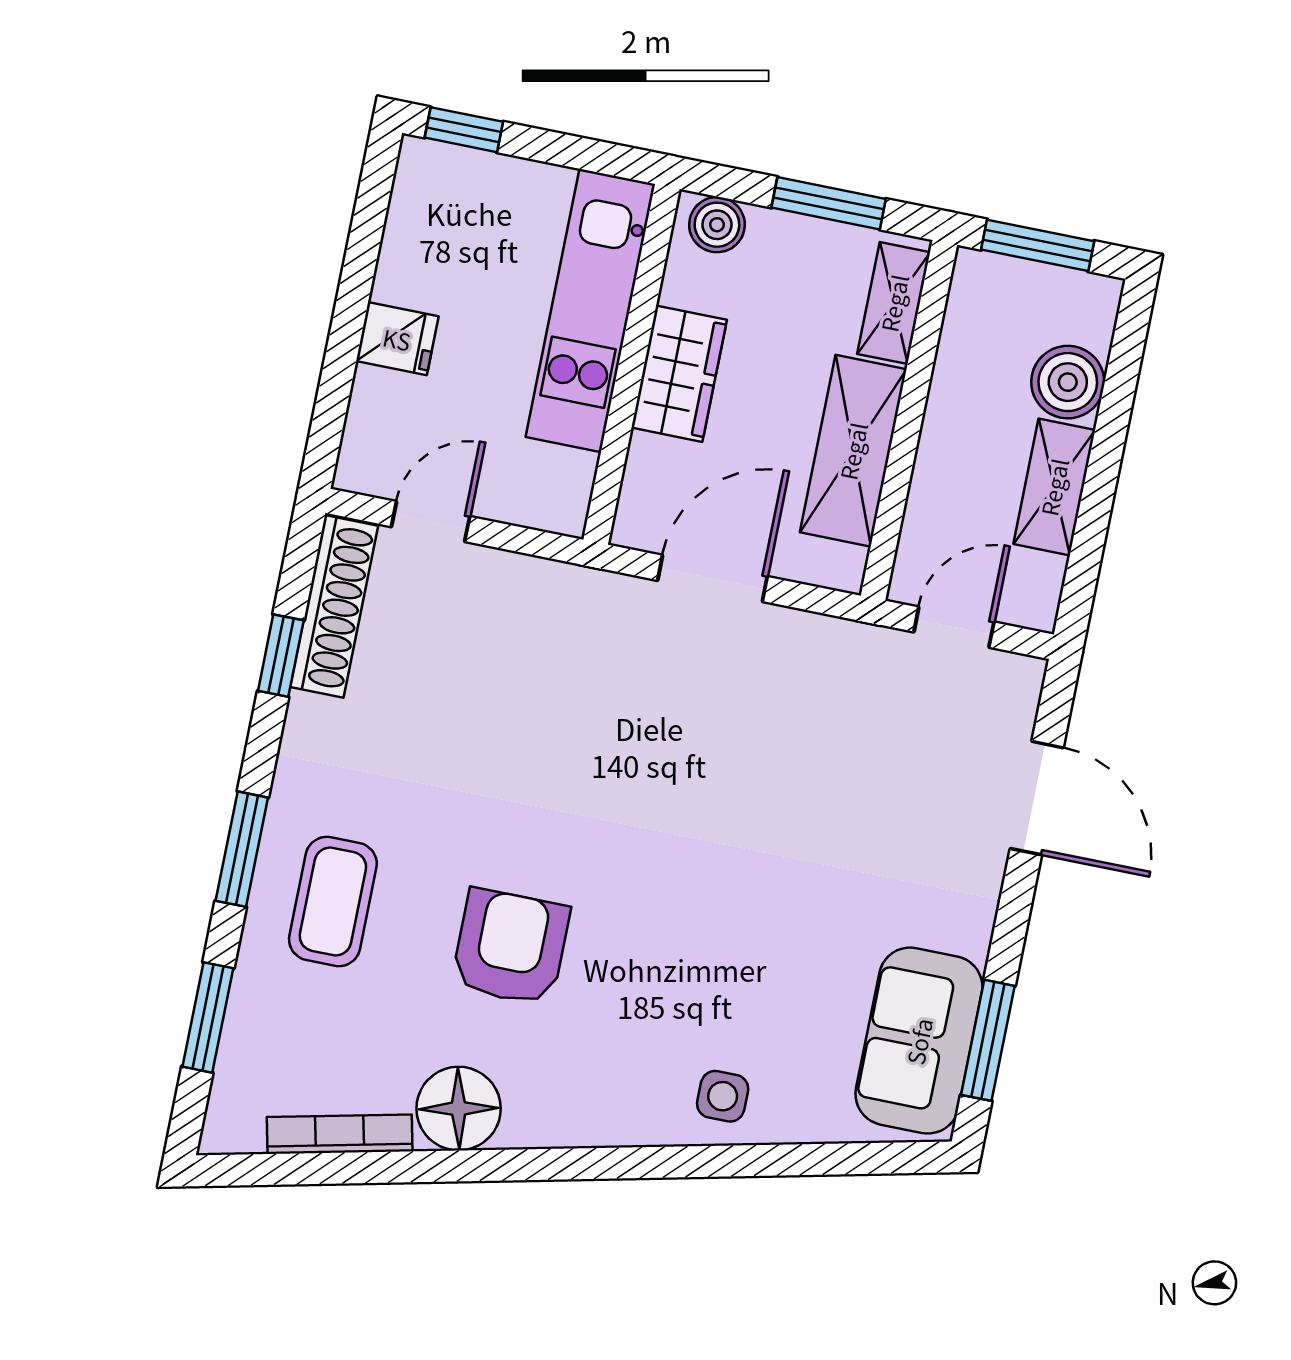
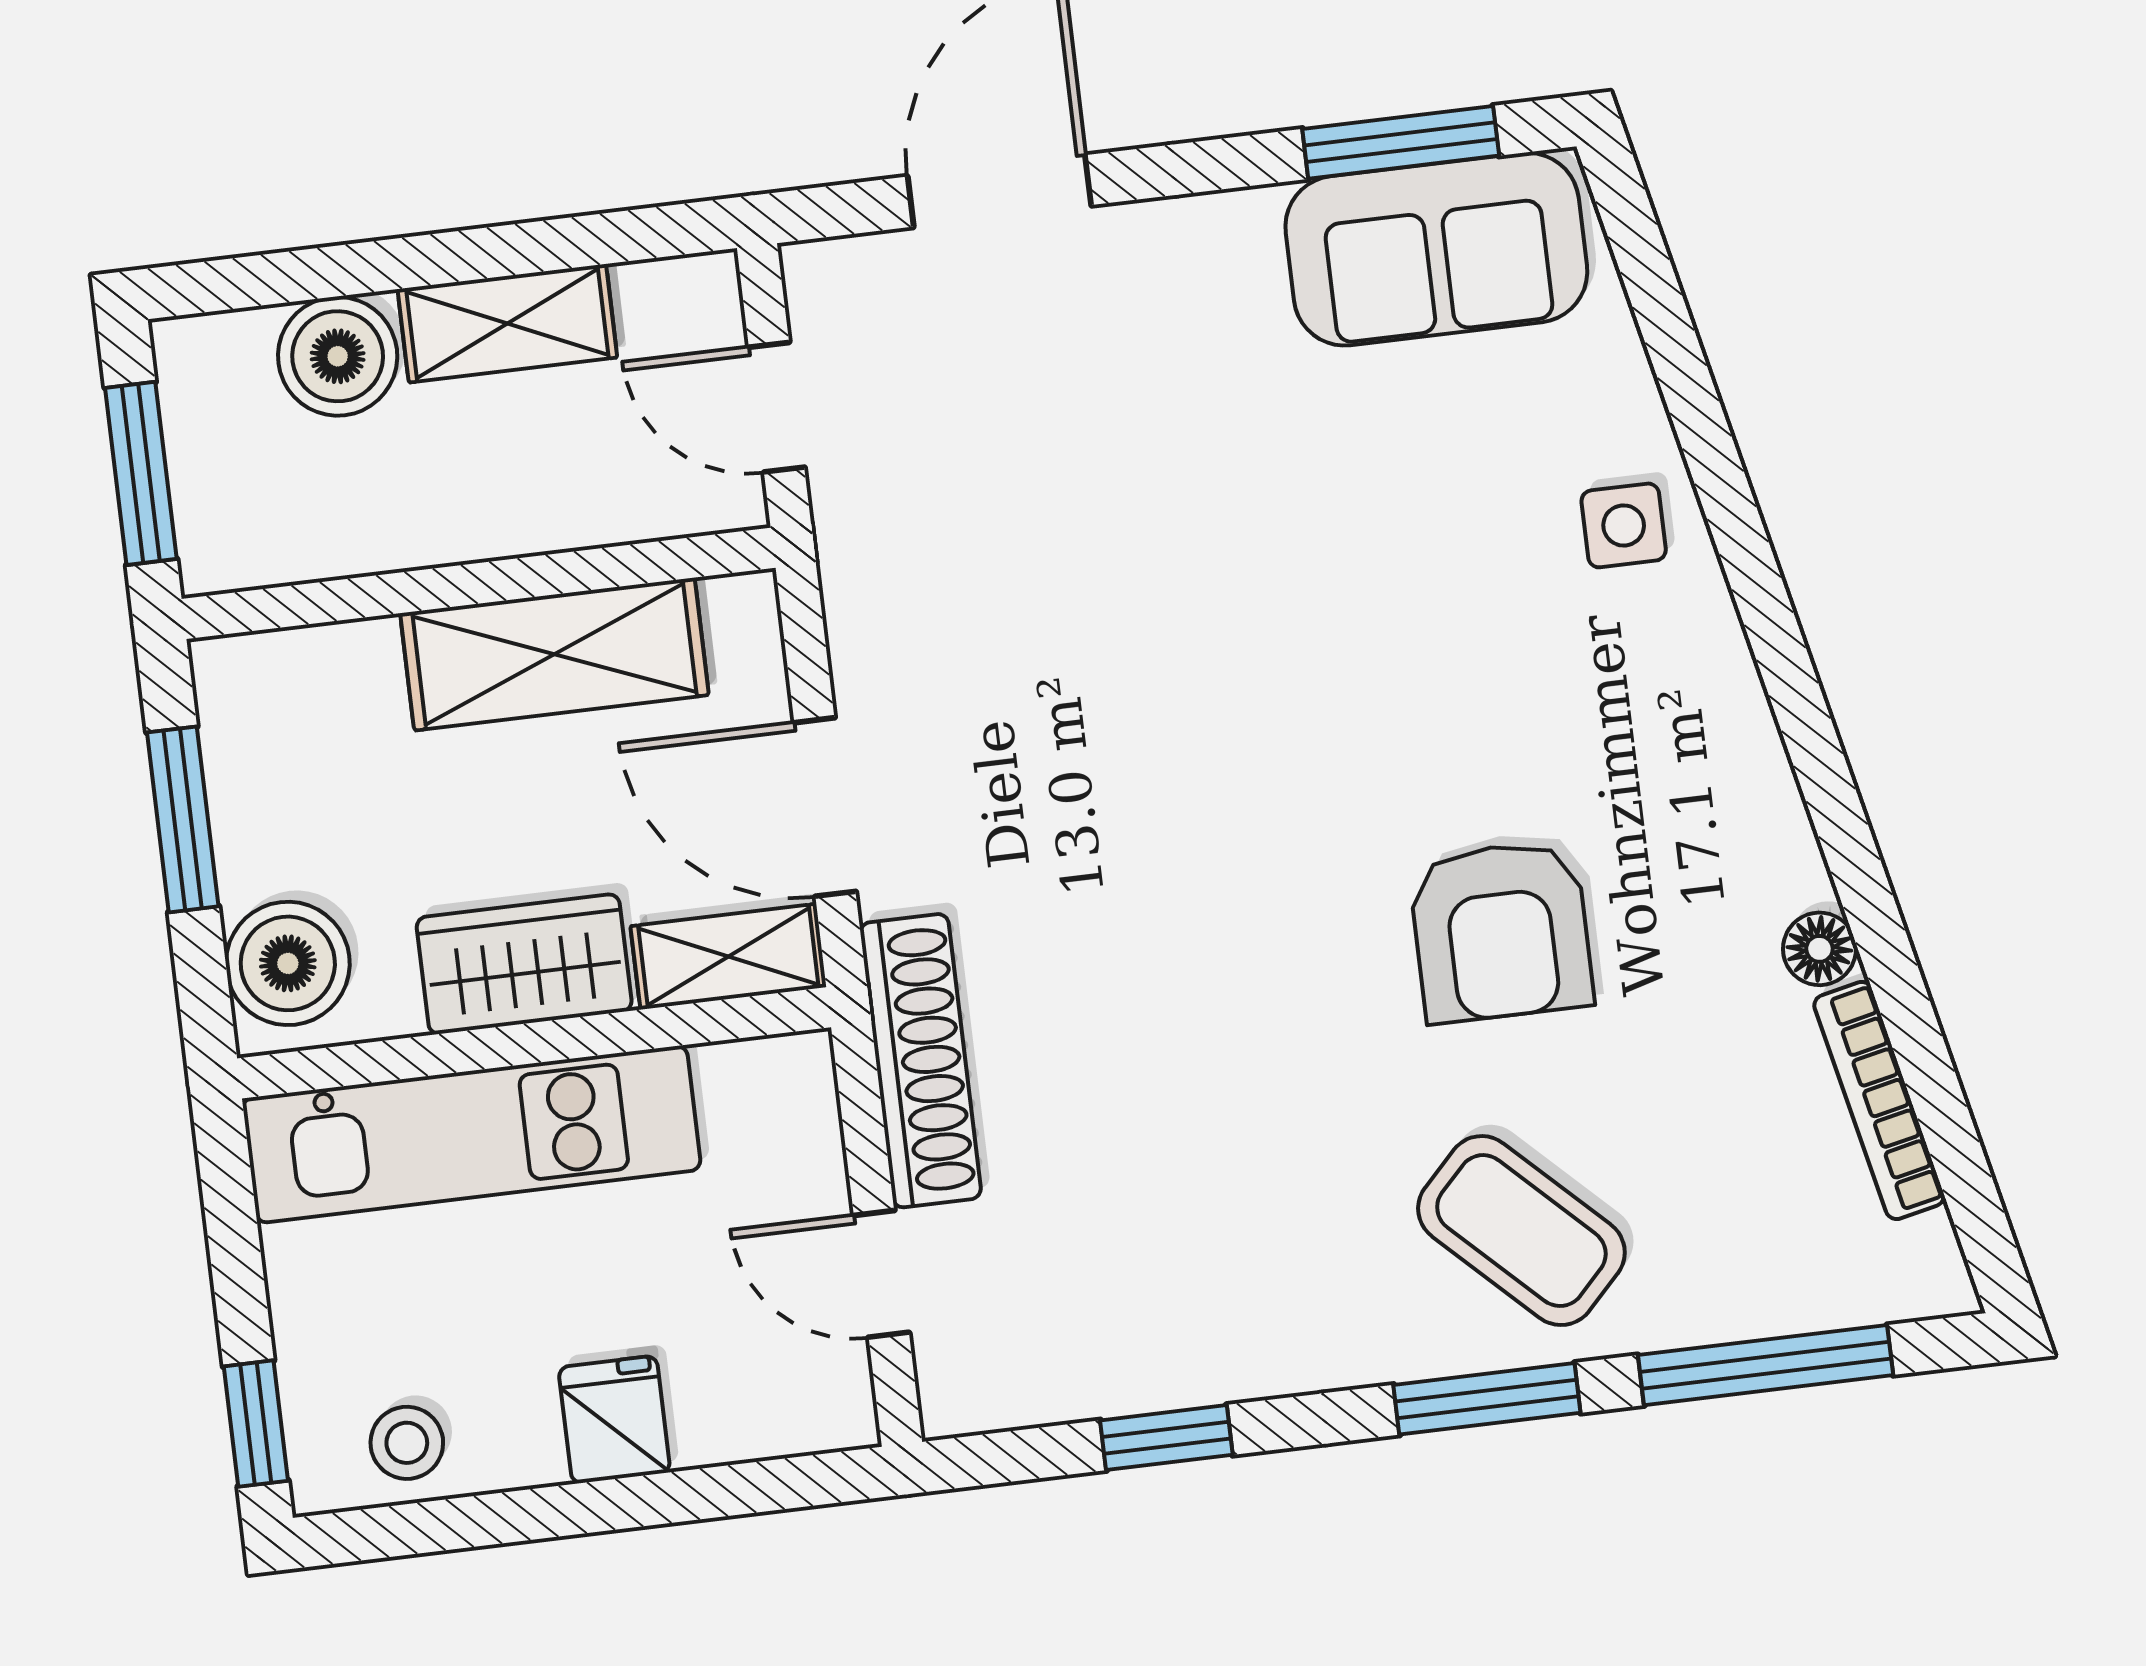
stool: (424, 214) -> (407, 1443), added
boiler: (717, 225) -> (288, 963), width x1.36, depth x1.36
shelving: (894, 303) -> (728, 957), moved
shoe rack: (334, 606) -> (921, 1061), moved, turned 90
coffee table: (333, 901) -> (1521, 1231), turned 44
armchair: (511, 947) -> (1501, 931), turned -90
window: (208, 1017) -> (1766, 1365), width x1.44
floor lamp: (459, 1109) -> (1819, 949), width x0.53, depth x0.53

